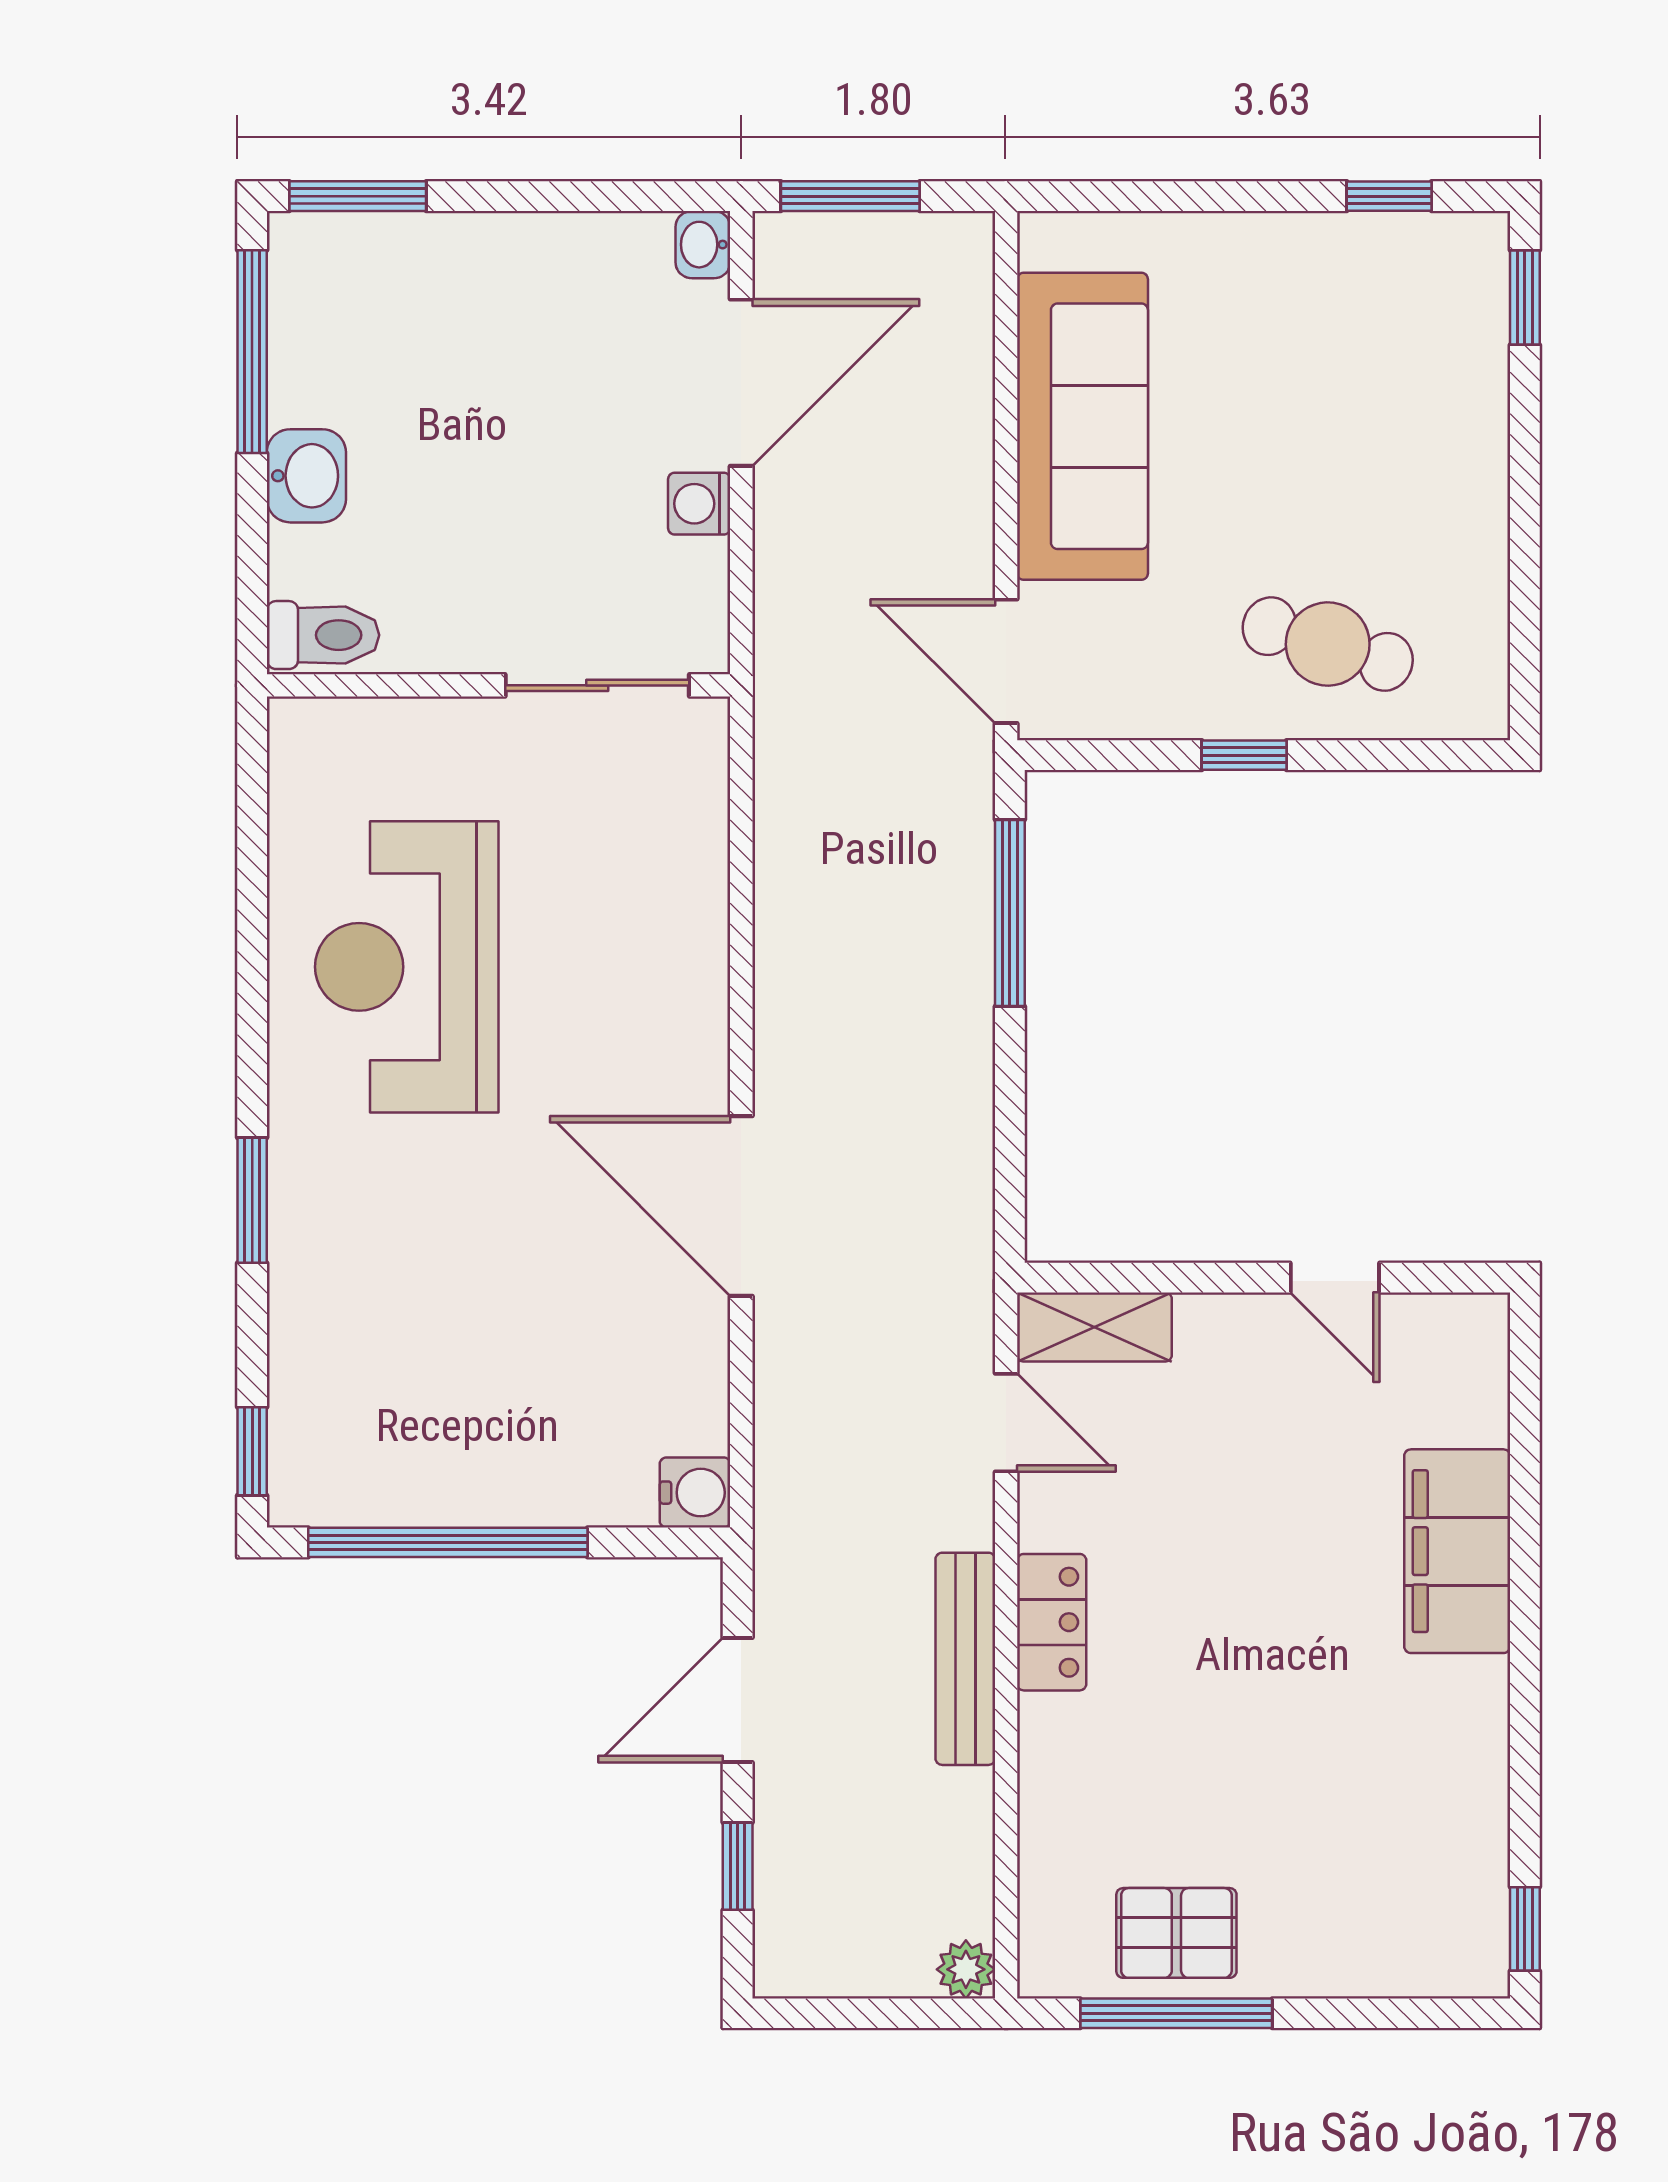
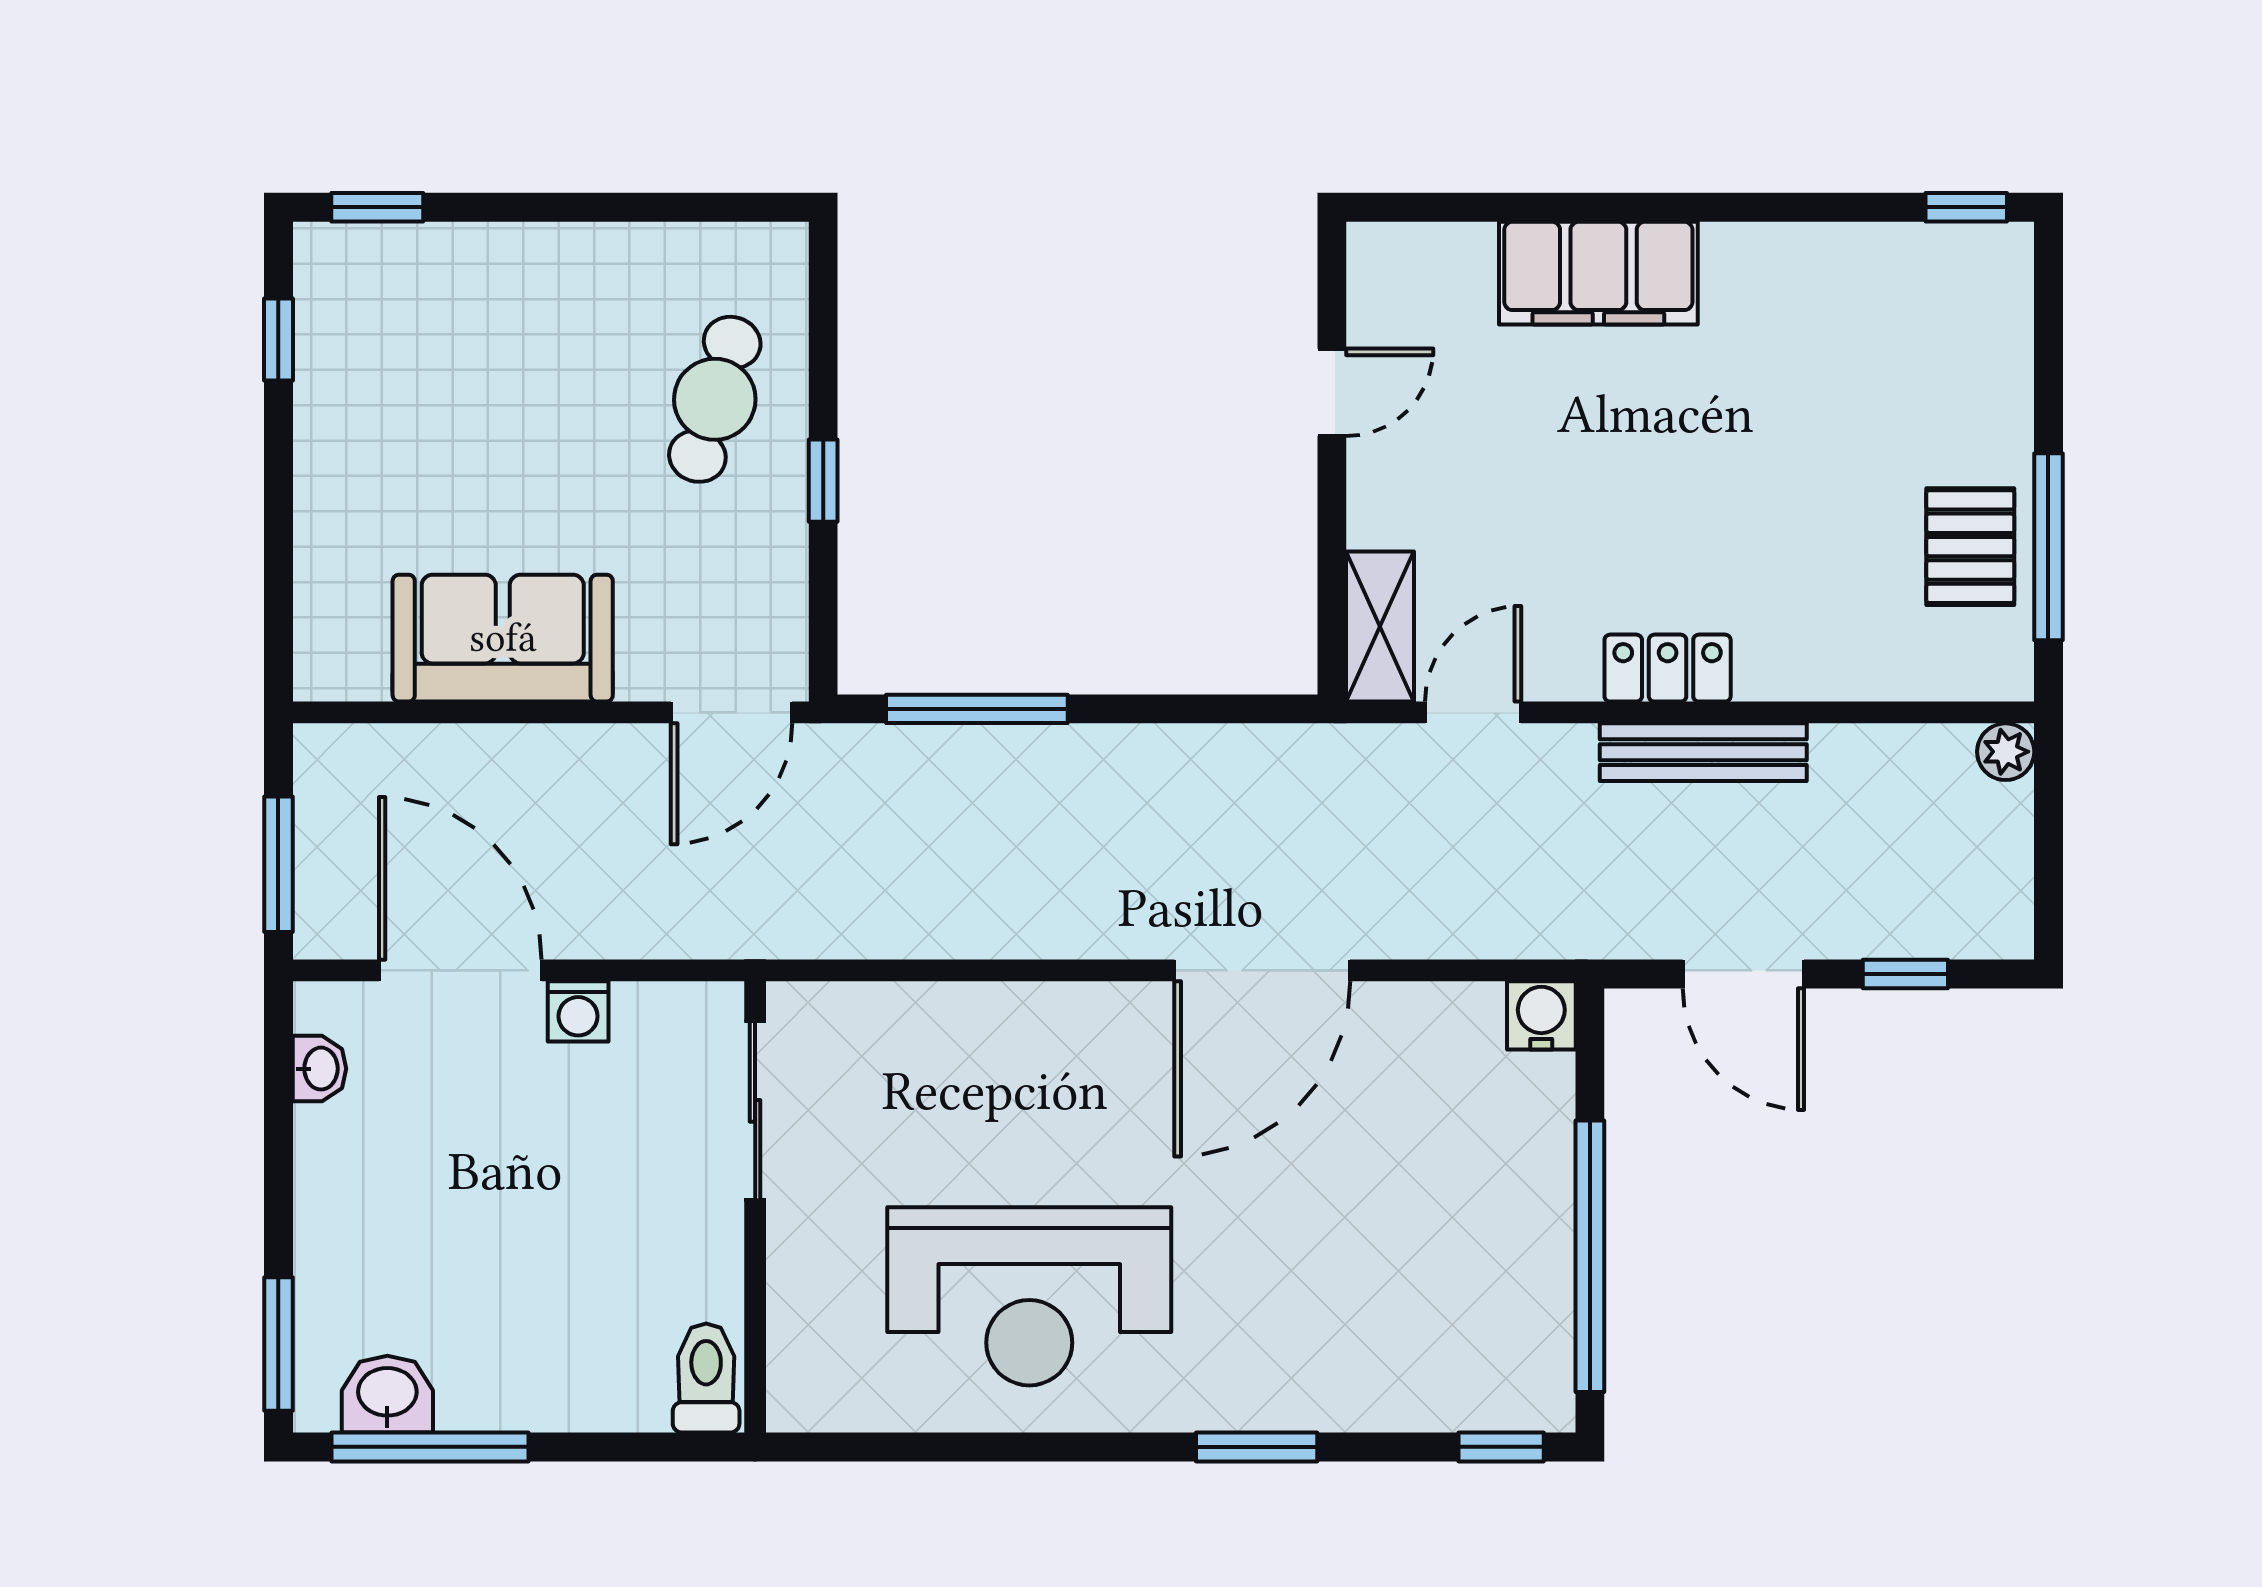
washbasin: (703, 245) -> (319, 1069), moved, turned -90
sofa: (1082, 426) -> (503, 638), width x0.73
washbasin: (306, 476) -> (387, 1394), moved

